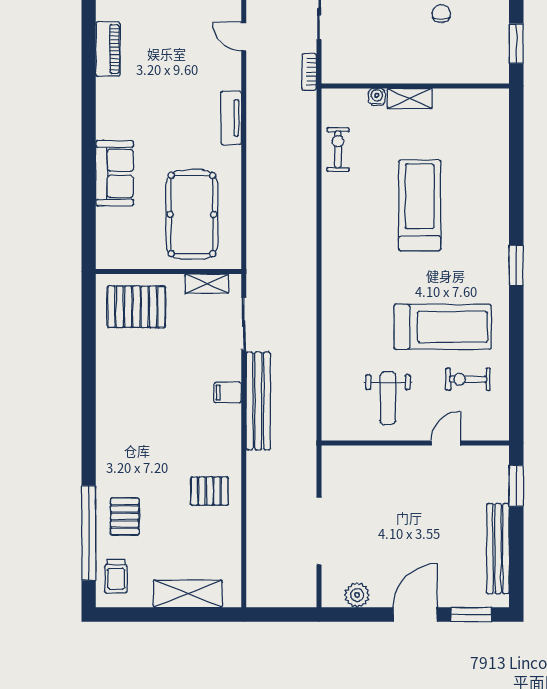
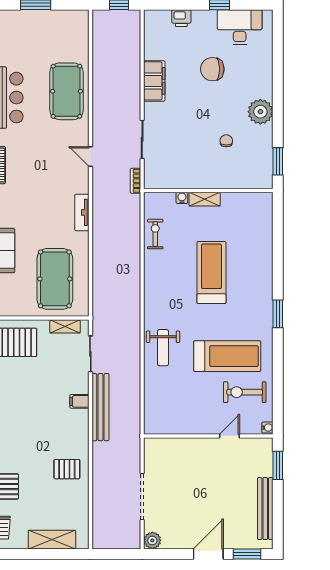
exercise bike: (468, 379) -> (245, 392), width x1.38, depth x1.39
weight bench: (388, 398) -> (163, 348), moved
water cooler: (501, 431) -> (267, 428), added
plant: (357, 595) -> (152, 540), moved

